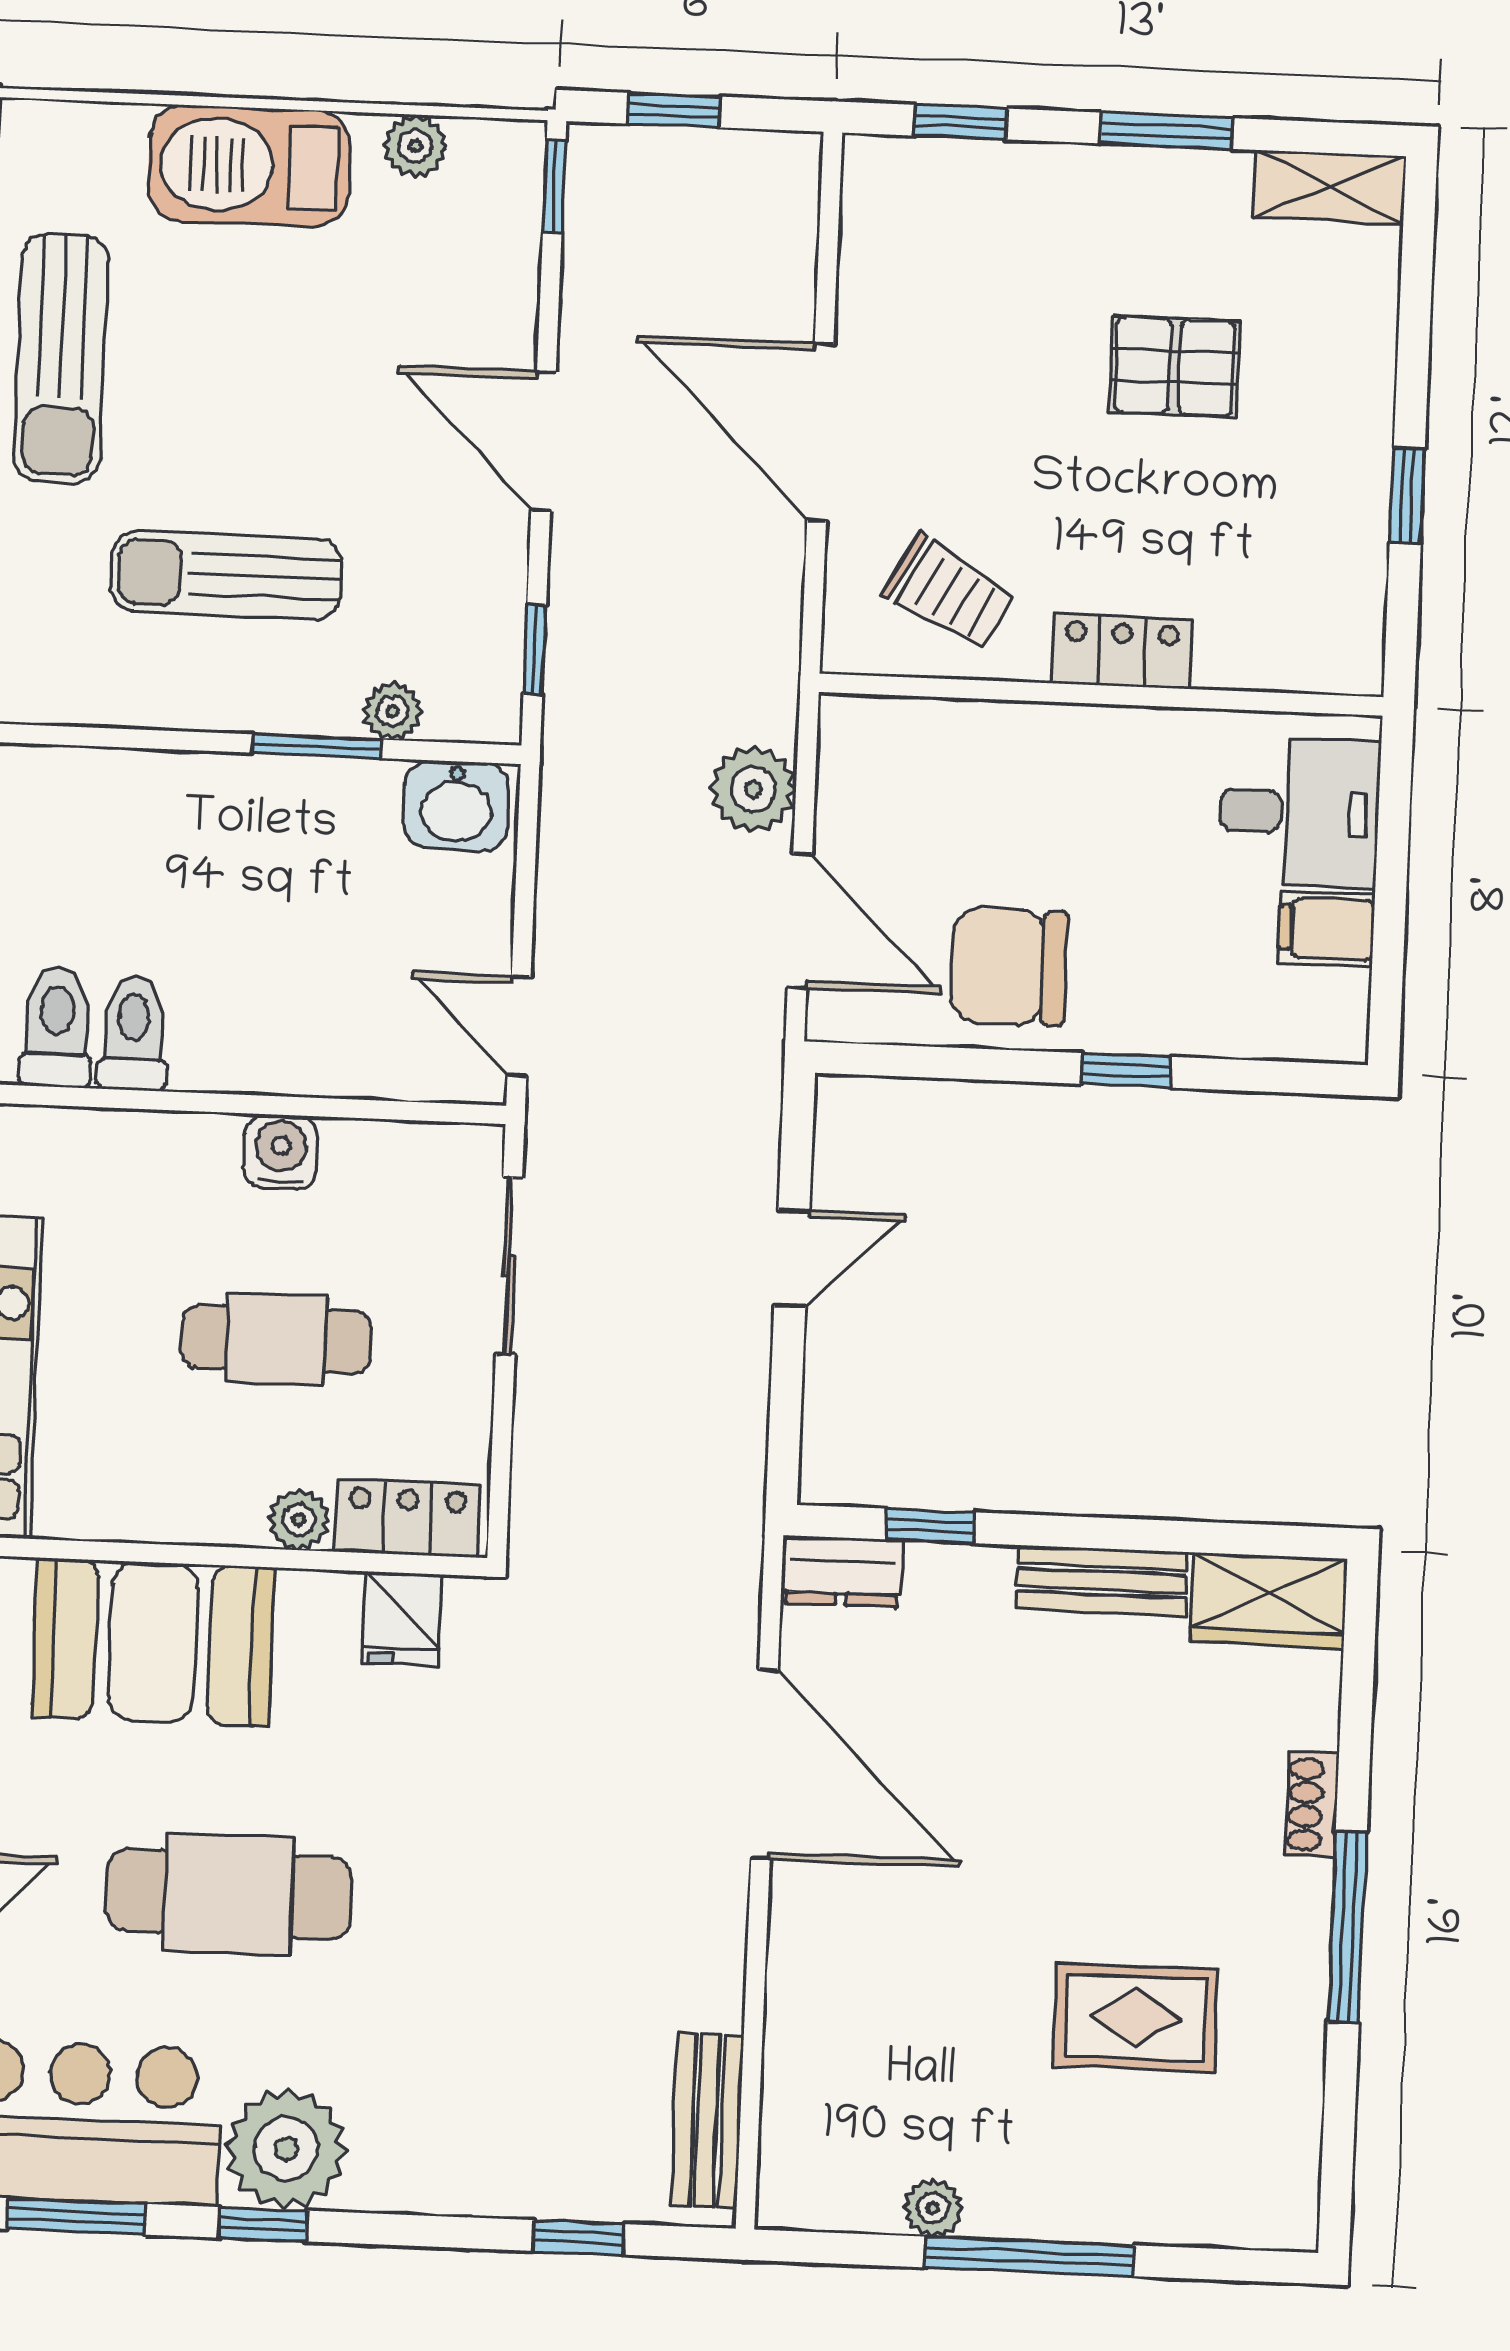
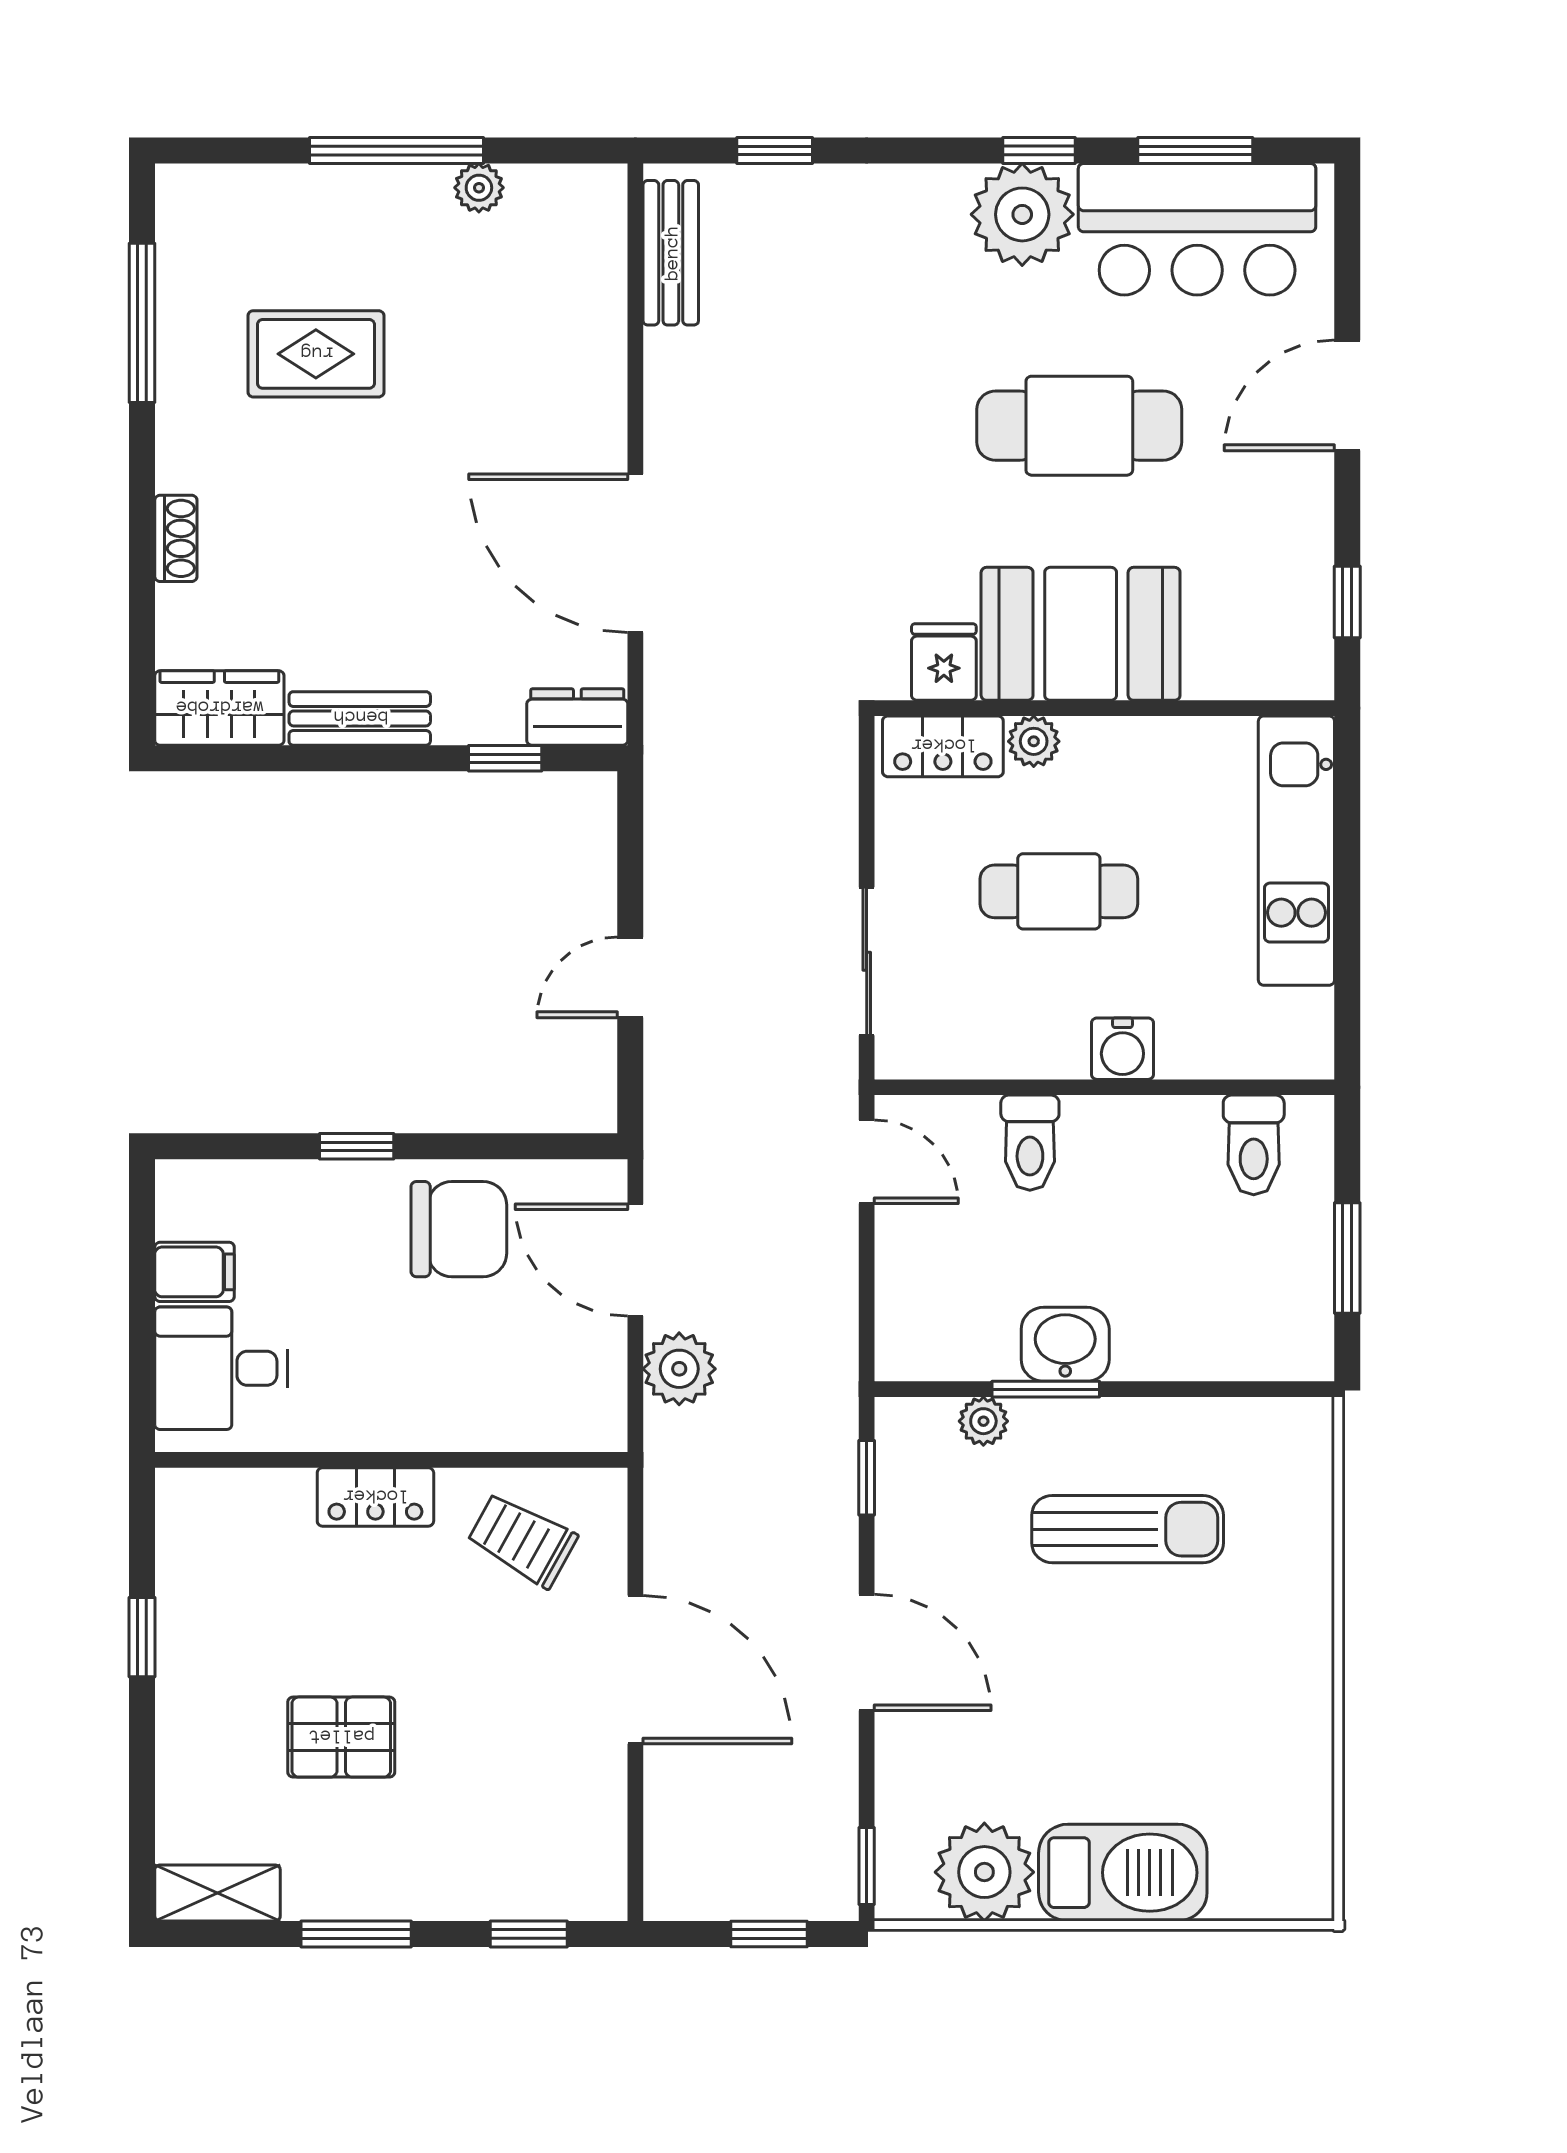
plant: (415, 146) -> (984, 1872), width x1.88, depth x1.88
sun lounger: (61, 358) -> (1273, 1705), removed
washbasin: (456, 806) -> (1065, 1344), moved
toilet: (133, 1033) -> (1030, 1143), moved
water cooler: (281, 1152) -> (1122, 1049), moved
booth: (153, 1642) -> (1081, 634), moved
window: (1347, 1927) -> (142, 323), moved

